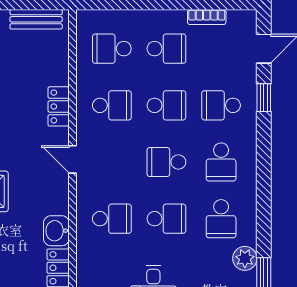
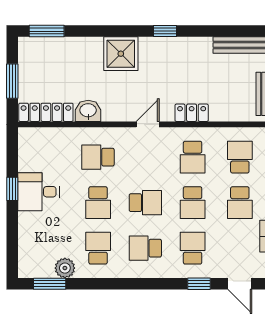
school desk: (166, 162) -> (145, 203), turned 90
school desk: (112, 219) -> (98, 157), turned 90
school desk: (221, 219) -> (98, 248), turned 90

